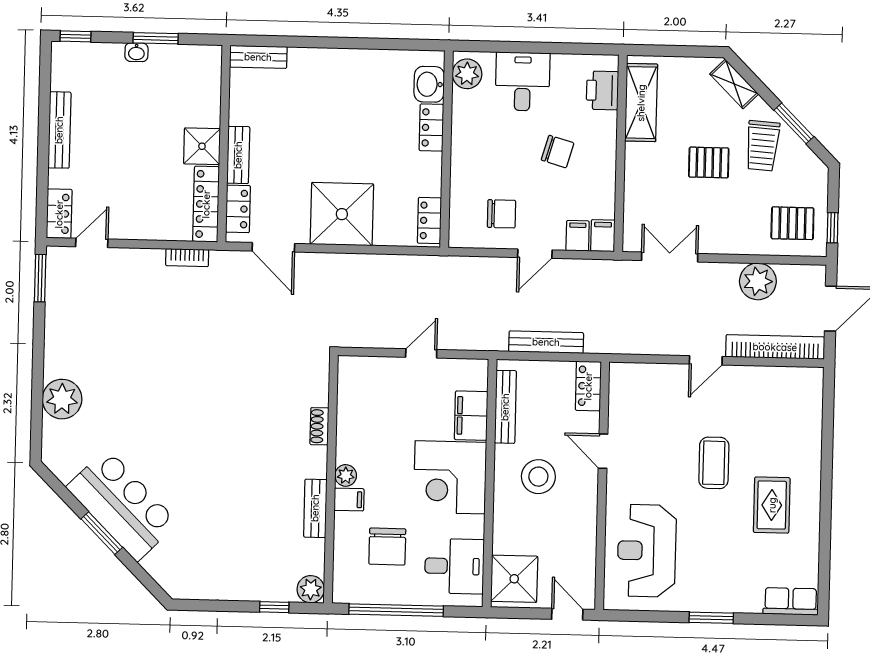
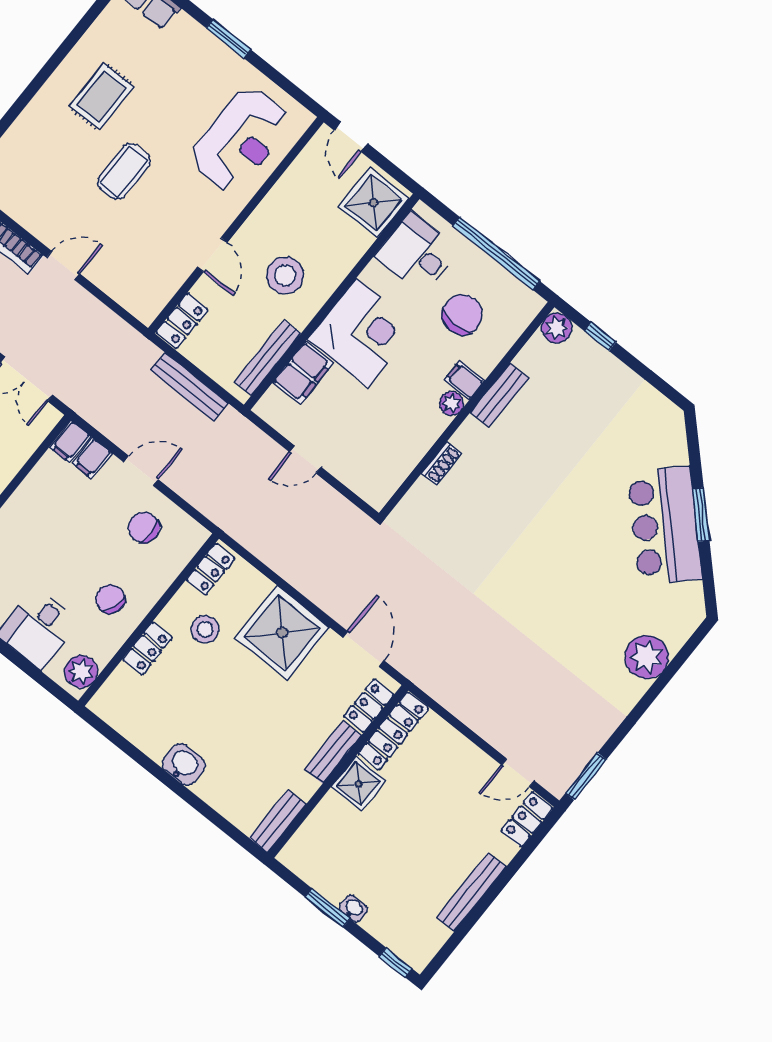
bench: (258, 57) -> (278, 821), moved, turned 90
washbasin: (429, 84) -> (184, 765), moved, turned -90
chair: (558, 151) -> (110, 599), moved
stool: (400, 174) -> (205, 629), added
bookcase: (187, 258) -> (445, 697), removed

